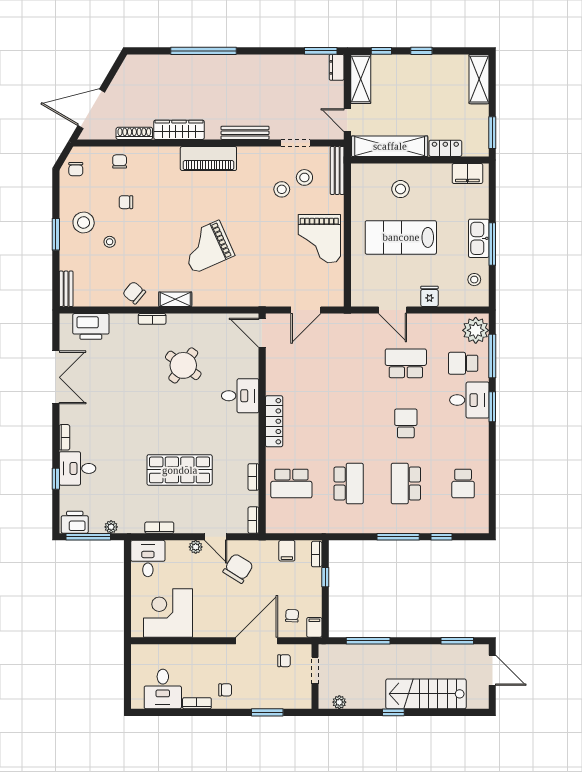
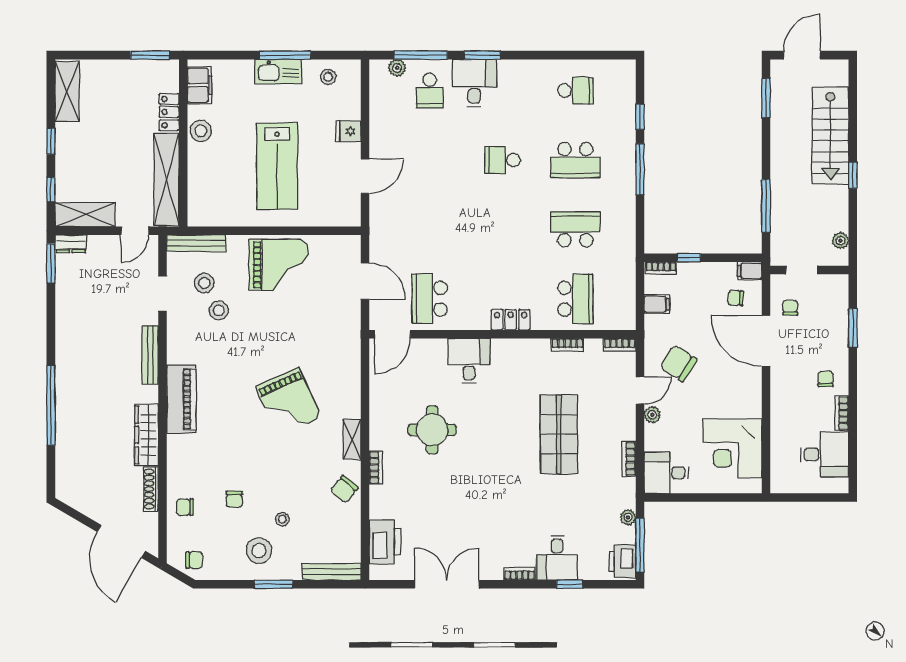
shelving: (479, 79) -> (67, 91), moved, turned 90
stool: (401, 189) -> (201, 131), moved
bench: (66, 289) -> (331, 572), width x1.36
plant: (476, 330) -> (397, 68), width x0.53, depth x0.53
school desk: (406, 363) -> (430, 299), moved
round table: (183, 365) -> (432, 430), turned -36
locker: (274, 421) -> (511, 320), width x0.66

